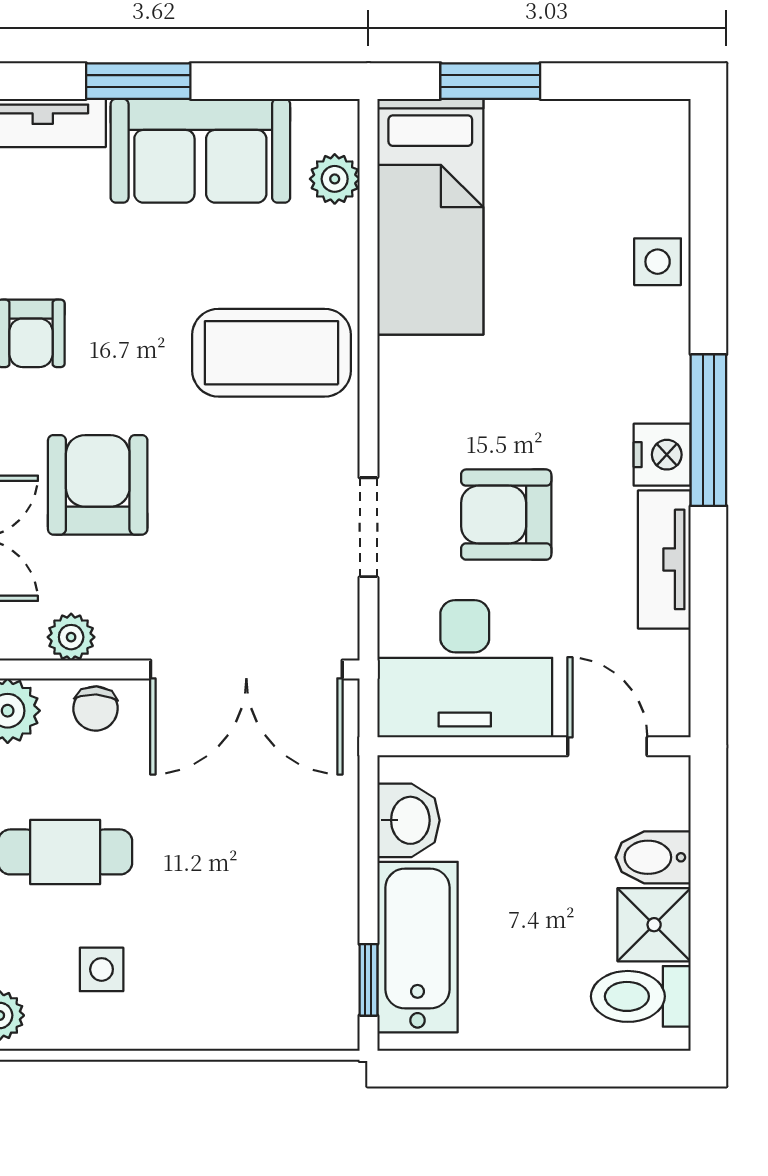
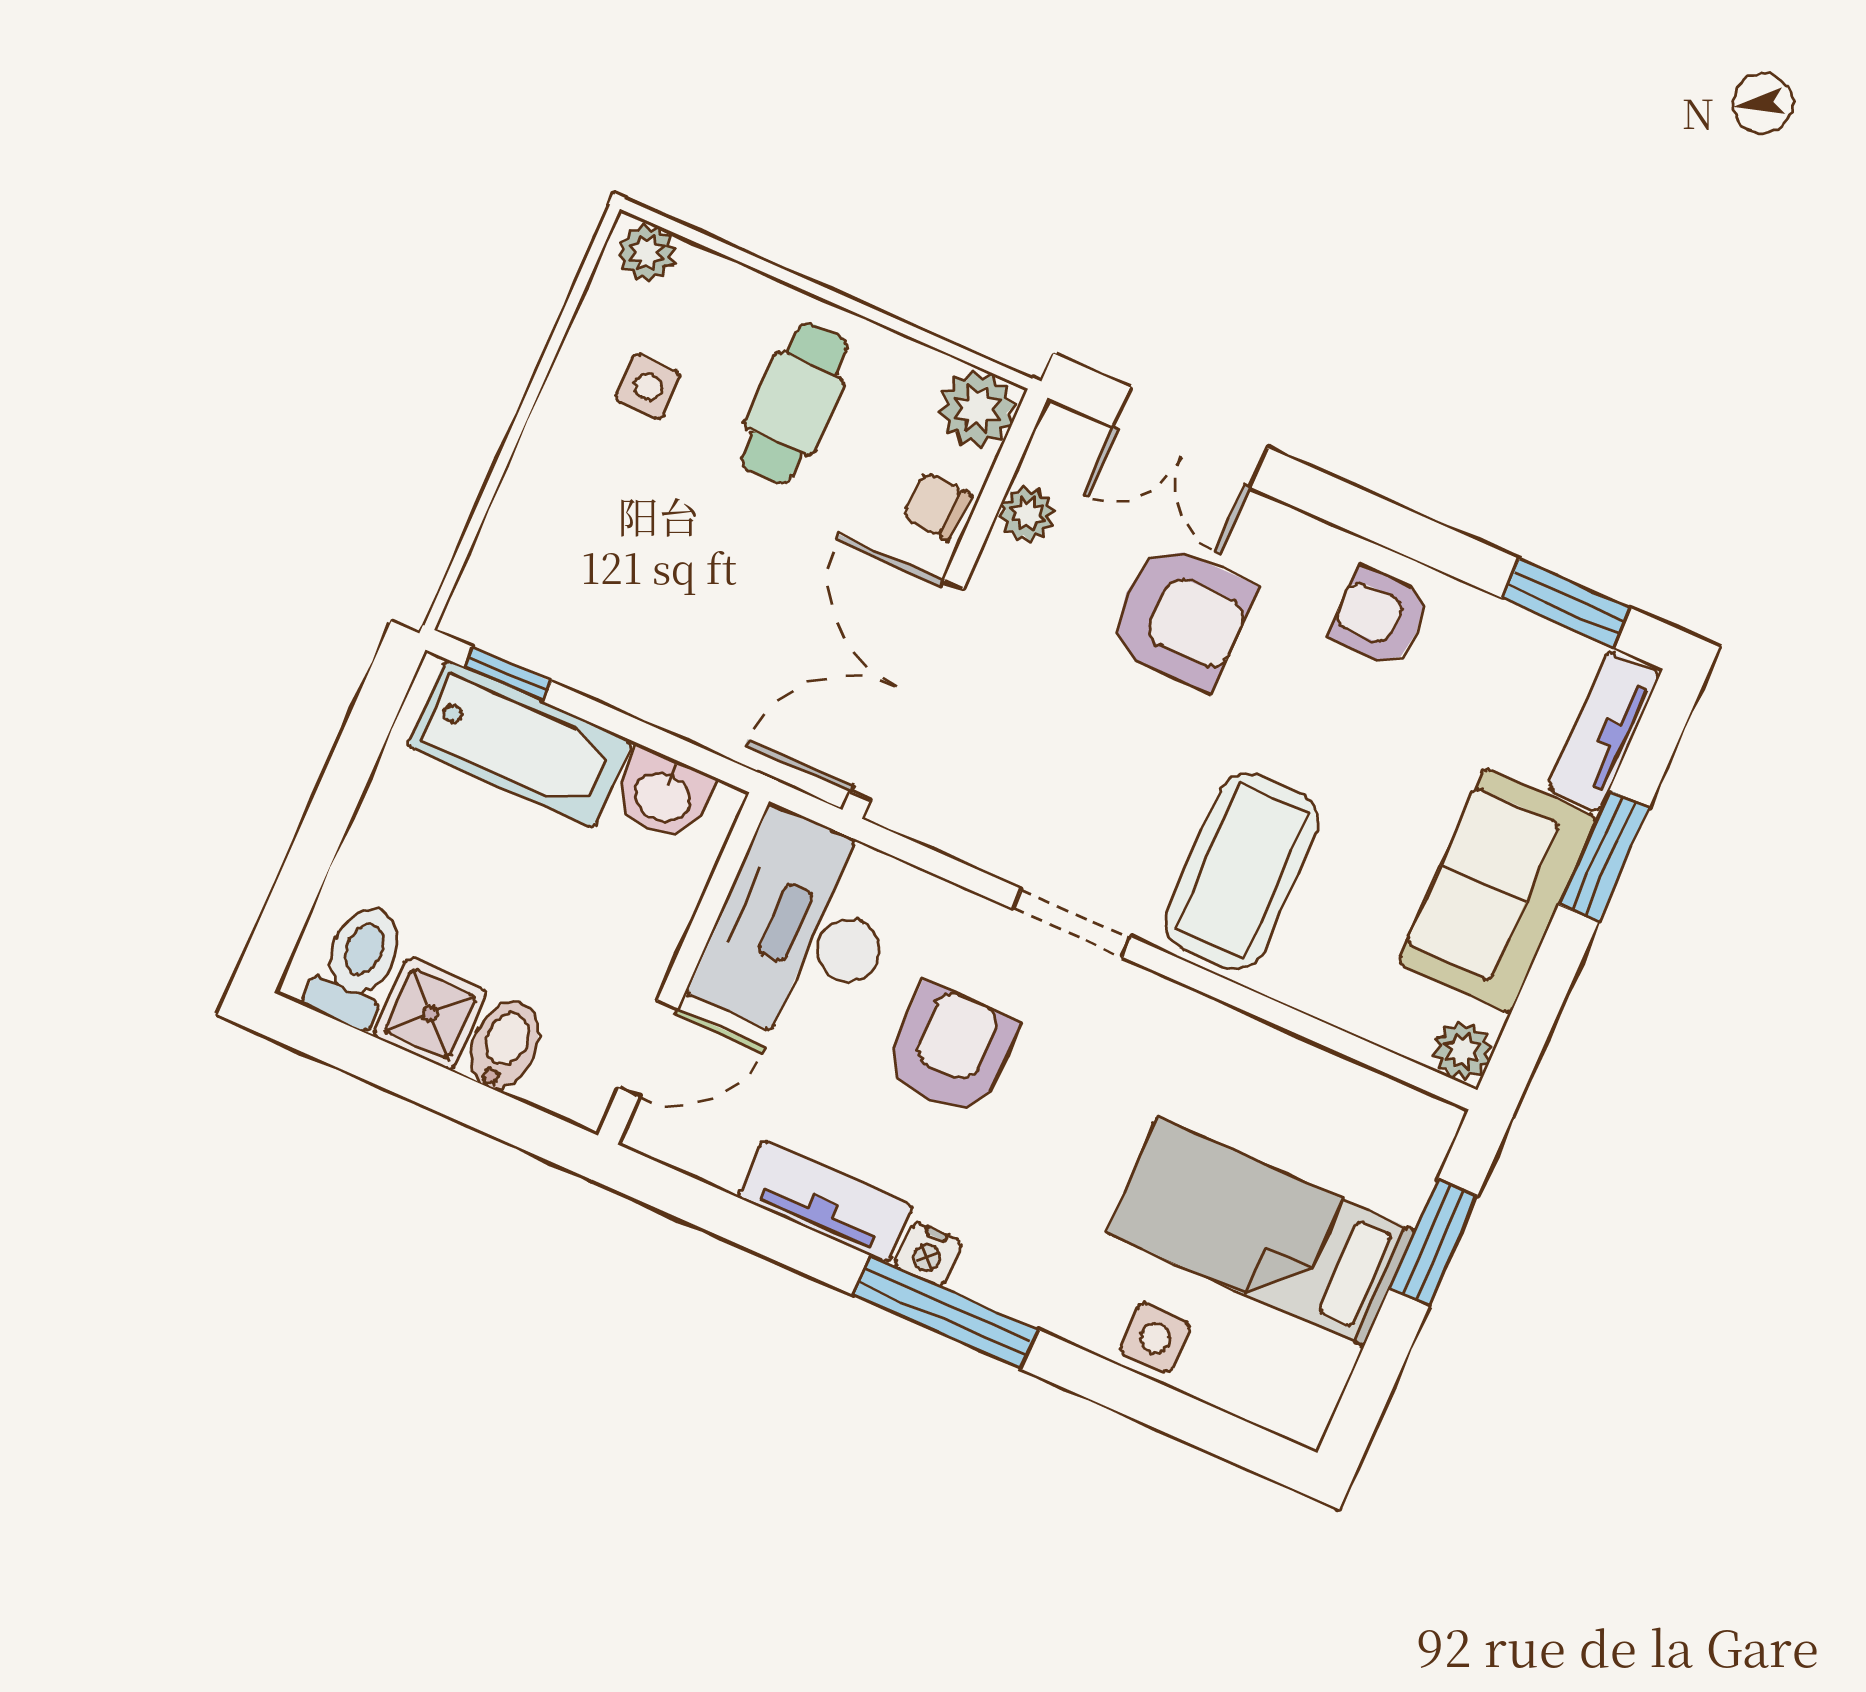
plant: (335, 179) -> (1462, 1051), moved
bed: (430, 217) -> (1261, 1232), moved
nightstand: (662, 455) -> (928, 1254), width x0.72, depth x0.74
doorway: (368, 527) -> (1072, 923), moved

